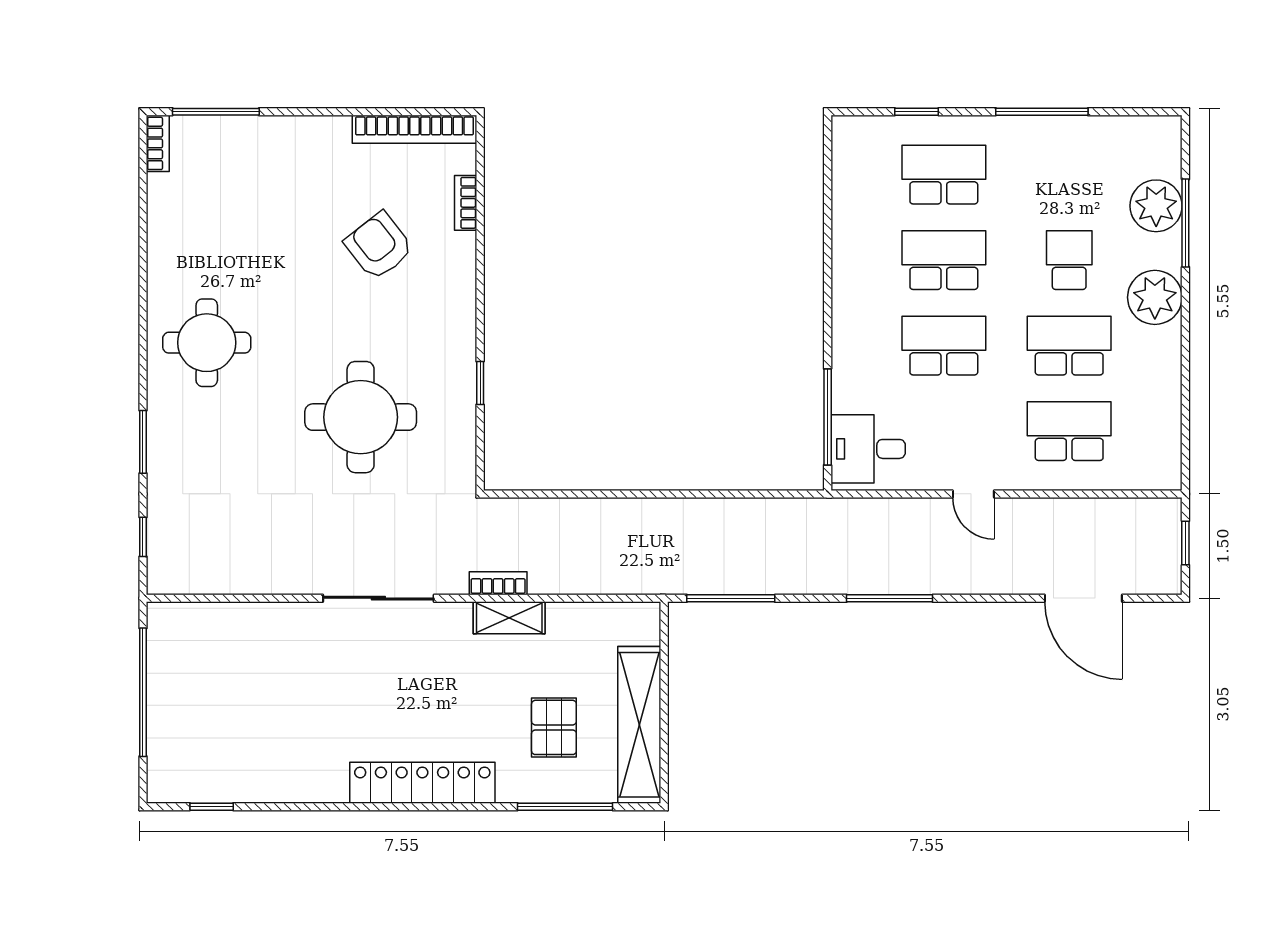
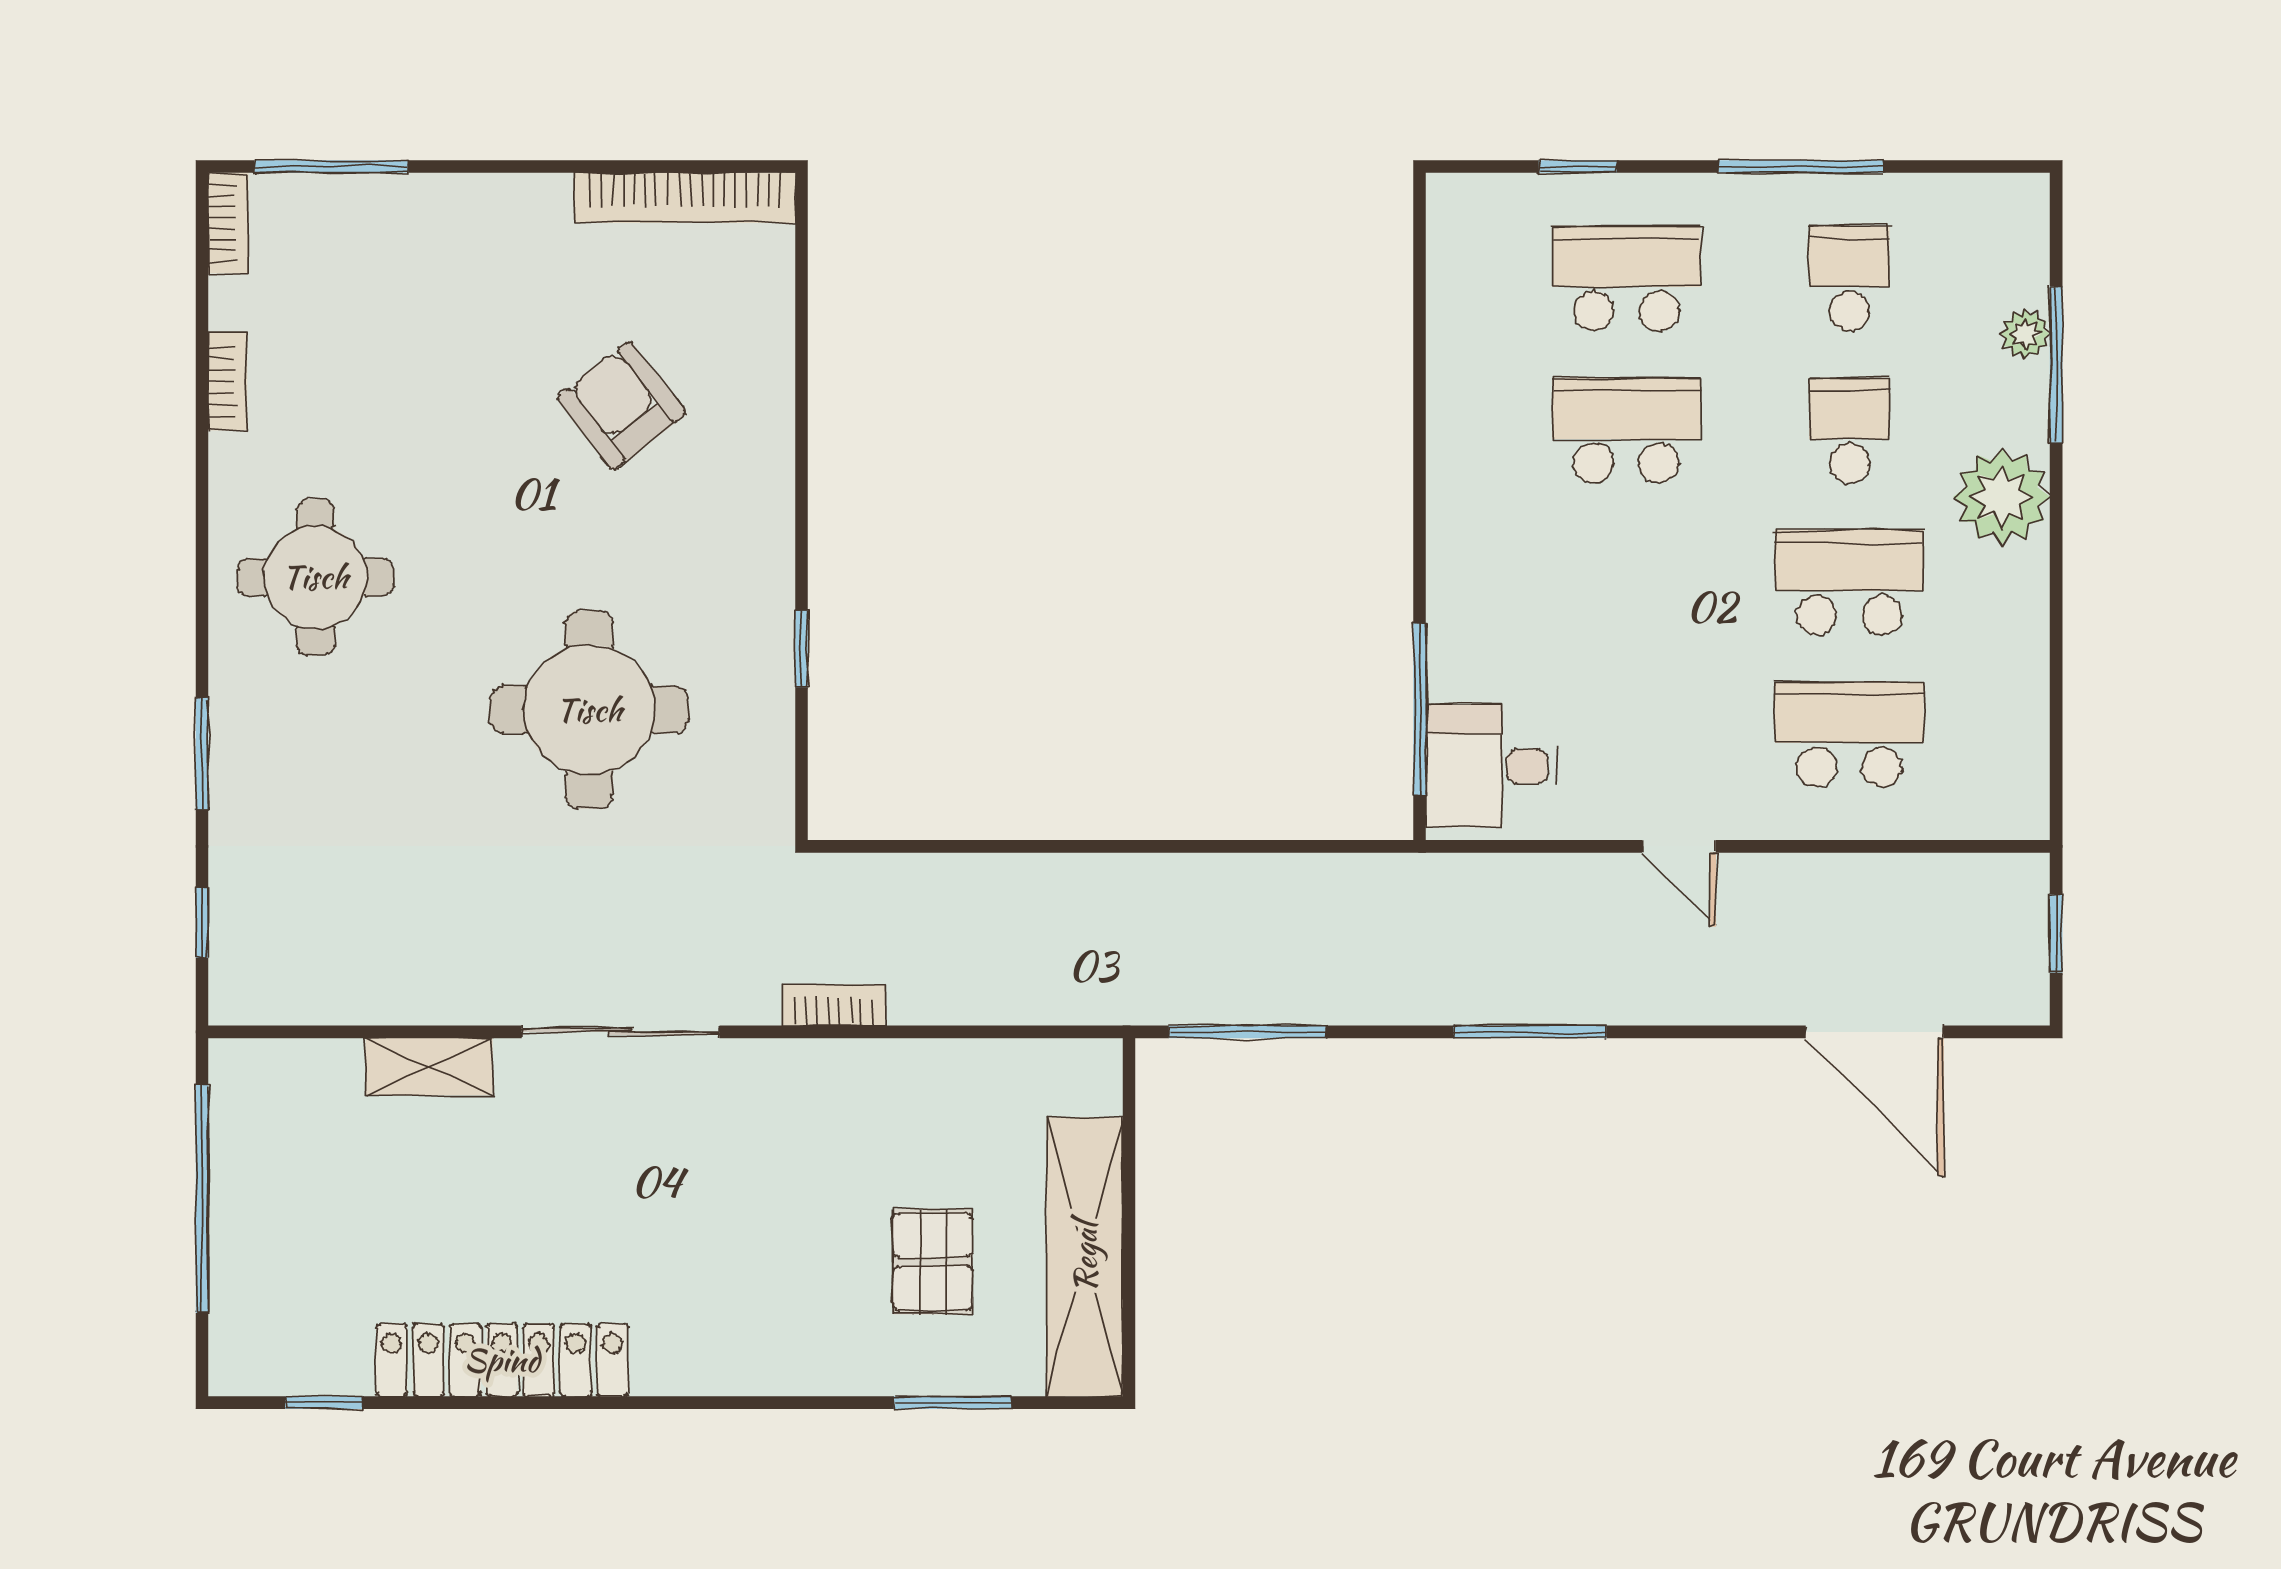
bookcase: (466, 203) -> (228, 381), moved, turned 180
plant: (1156, 206) -> (2025, 334), width x0.53, depth x0.53
school desk: (944, 346) -> (1849, 278), moved, width x0.54
shelving: (509, 618) -> (429, 1067), moved
locker: (422, 783) -> (502, 1360), moved
window: (565, 807) -> (953, 1403), width x0.69

